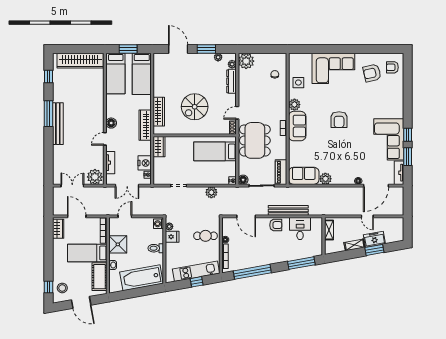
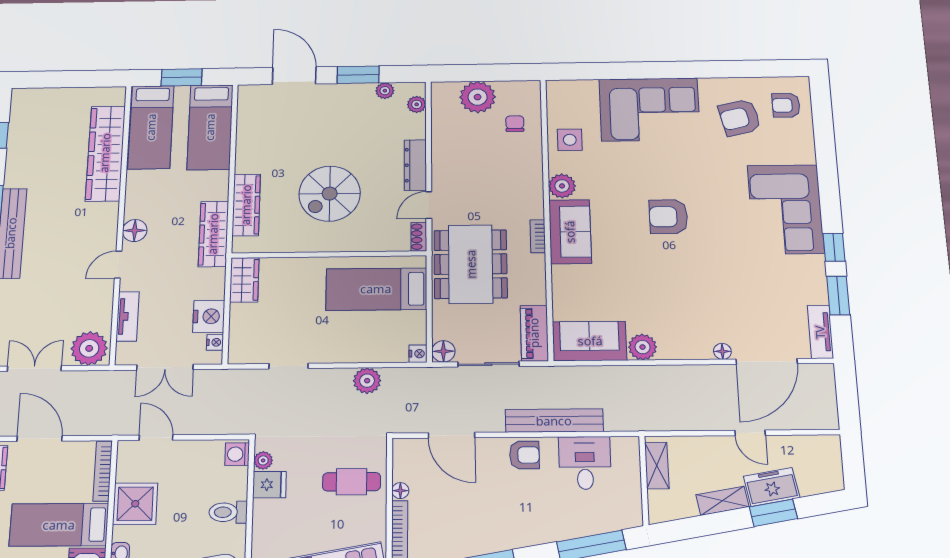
wardrobe: (80, 61) -> (105, 153), moved, turned 90
plant: (246, 61) -> (478, 97), moved
dresser: (232, 81) -> (415, 165), moved
armchair: (339, 120) -> (668, 217), turned 90
corner sofa: (389, 139) -> (786, 209), moved
door: (125, 216) -> (156, 438), hinge flipped

